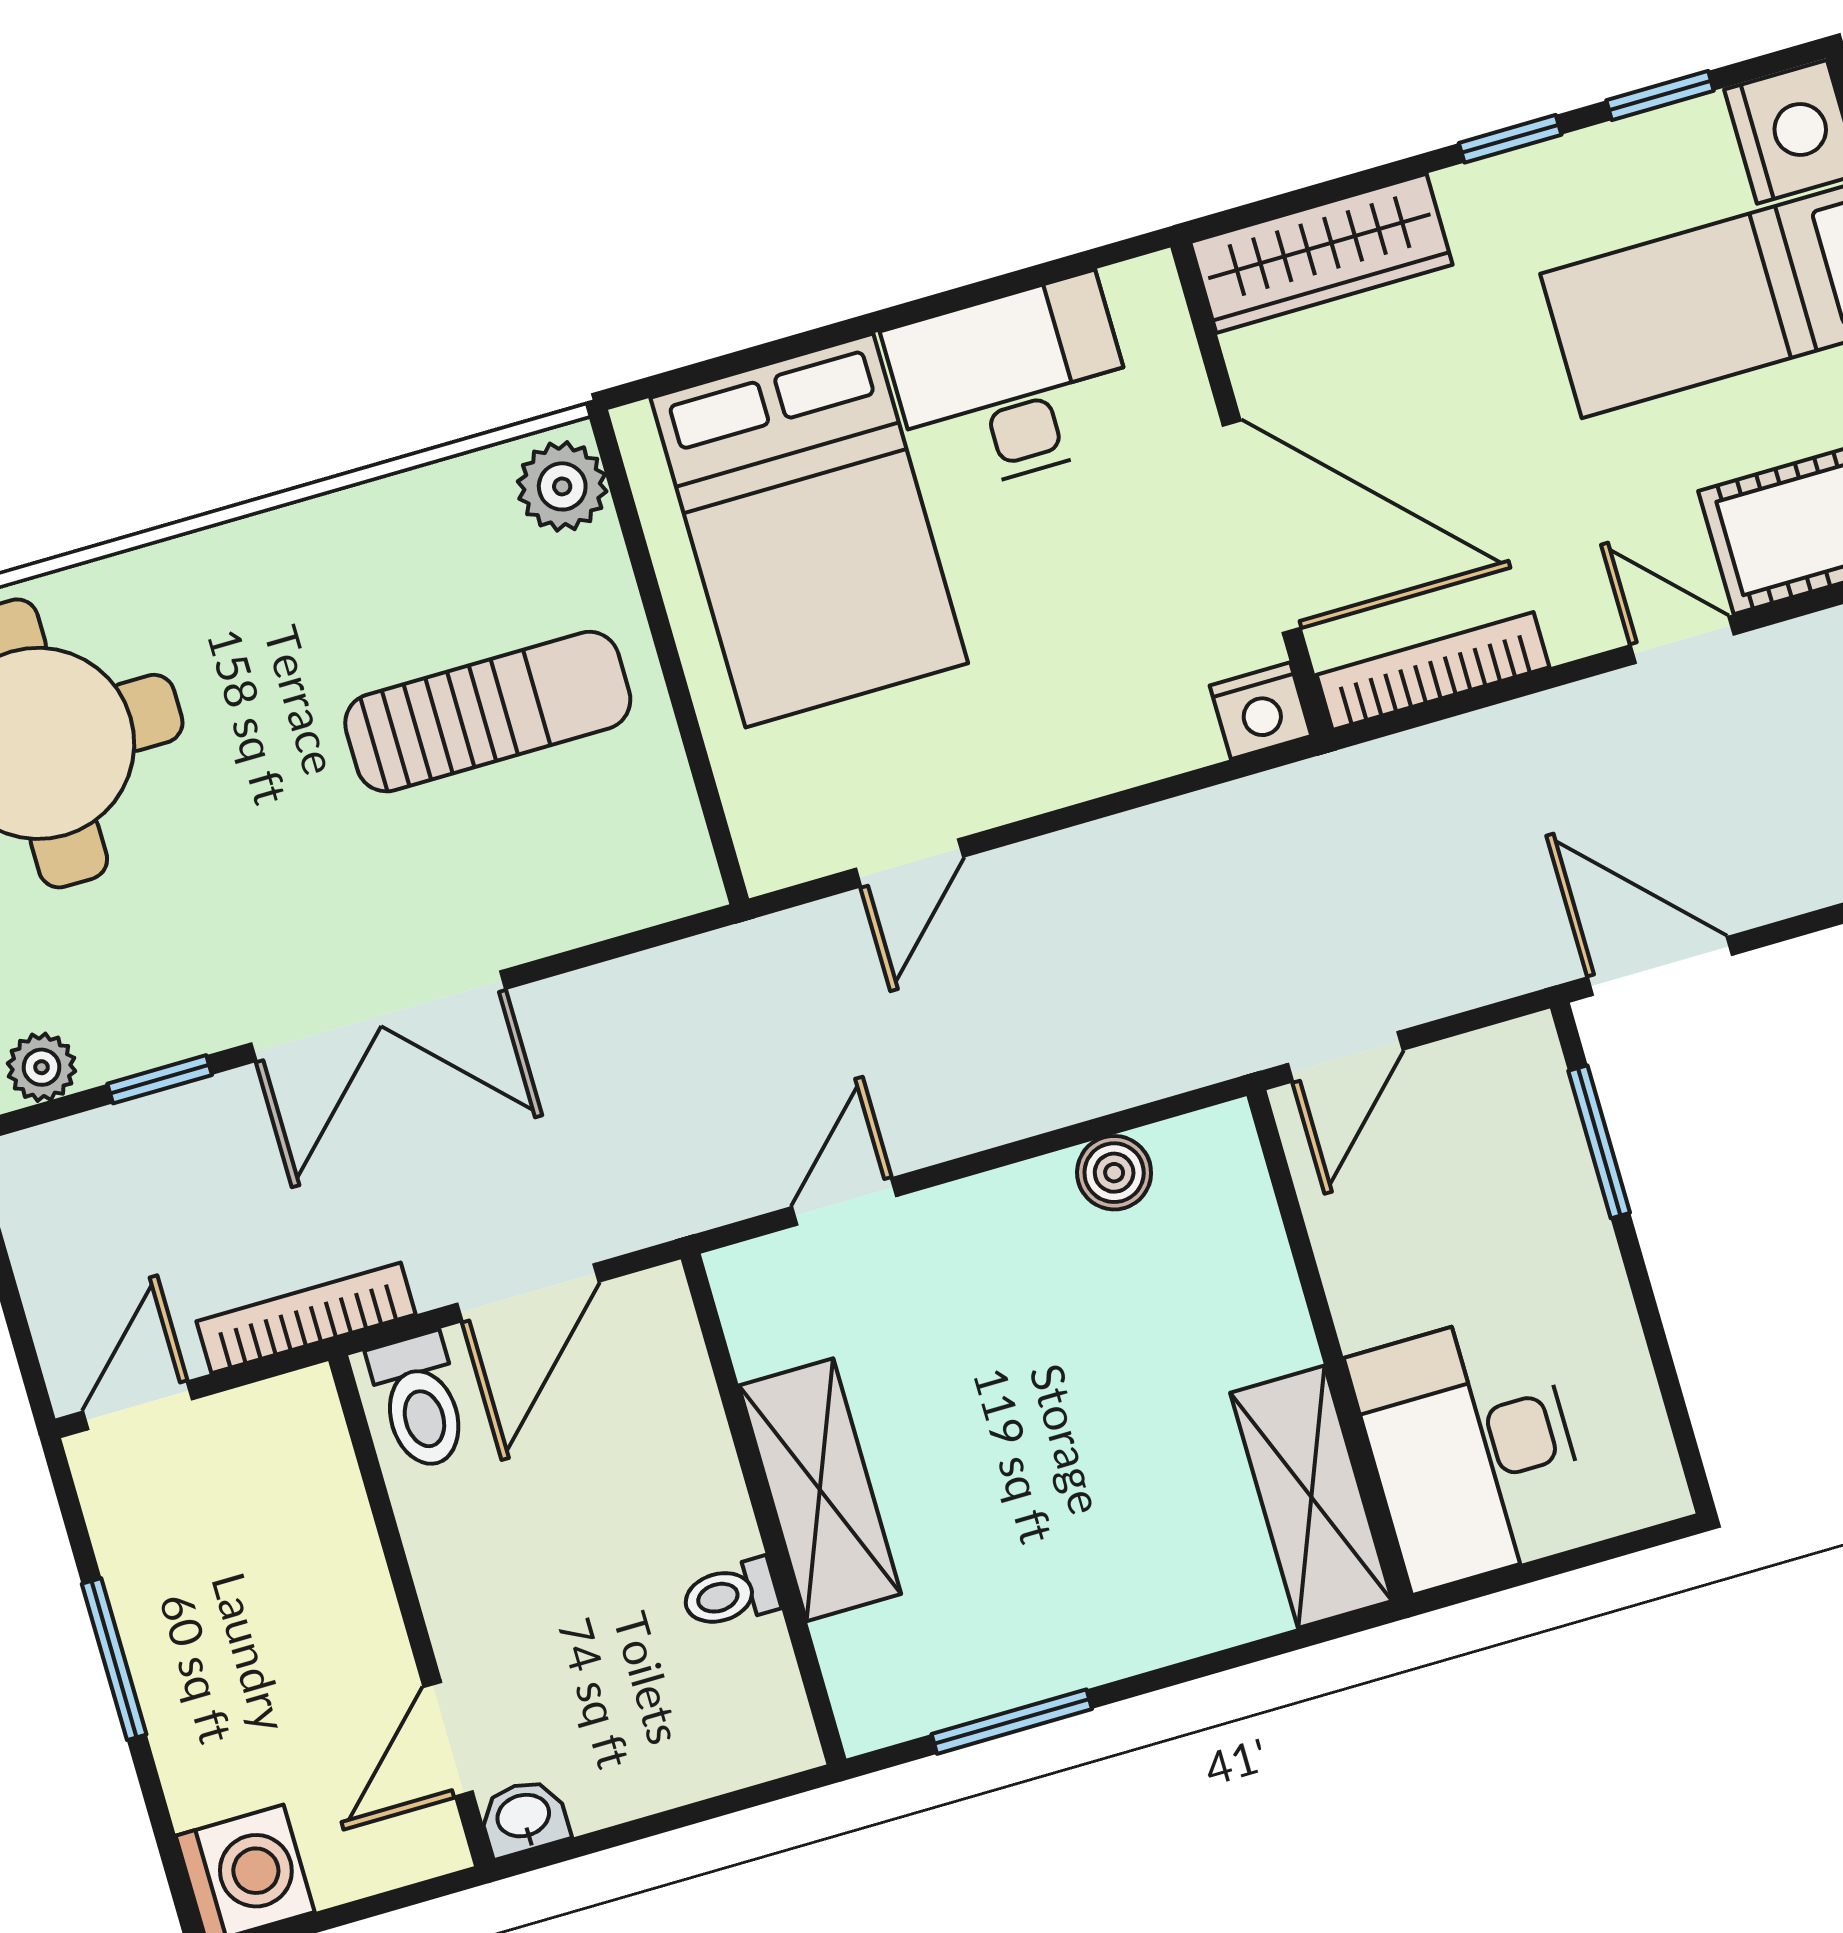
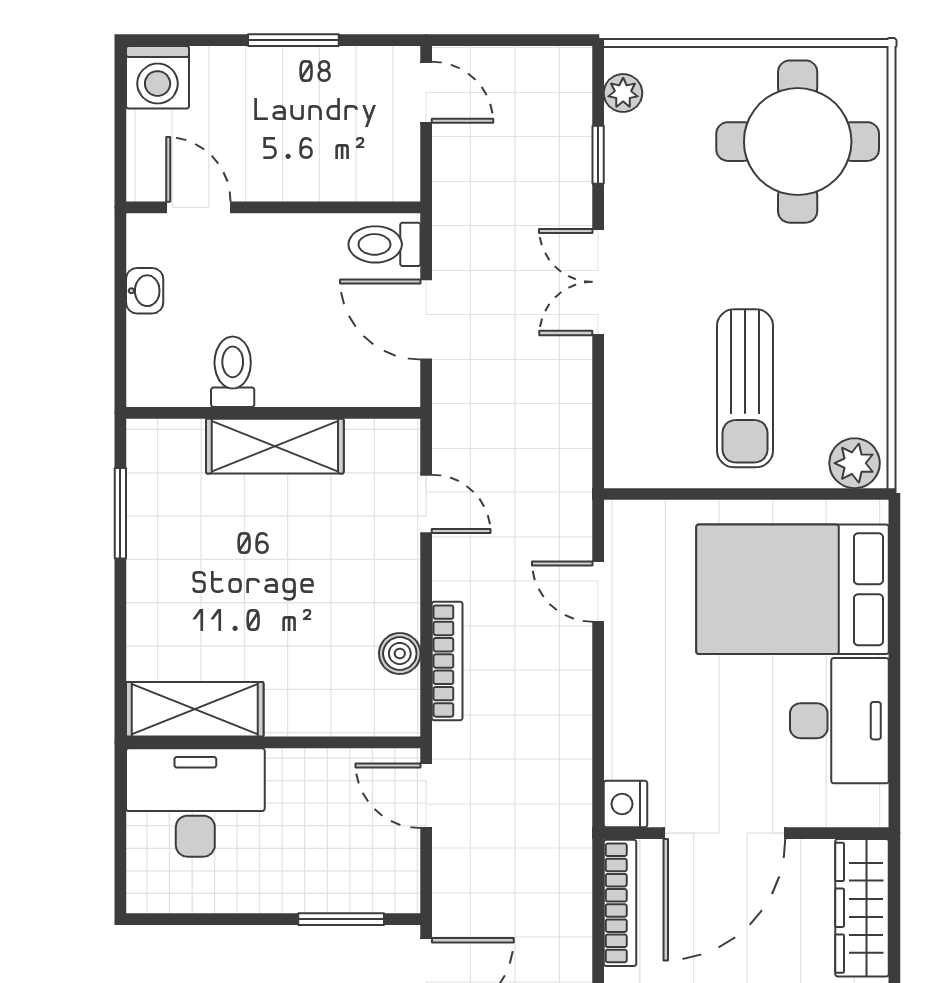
double door: (378, 1016) -> (598, 282), width x0.73
bookcase: (306, 1318) -> (447, 661), moved
toilet: (730, 1594) -> (233, 372), width x1.37, depth x1.39
washbasin: (524, 1817) -> (145, 291), moved

